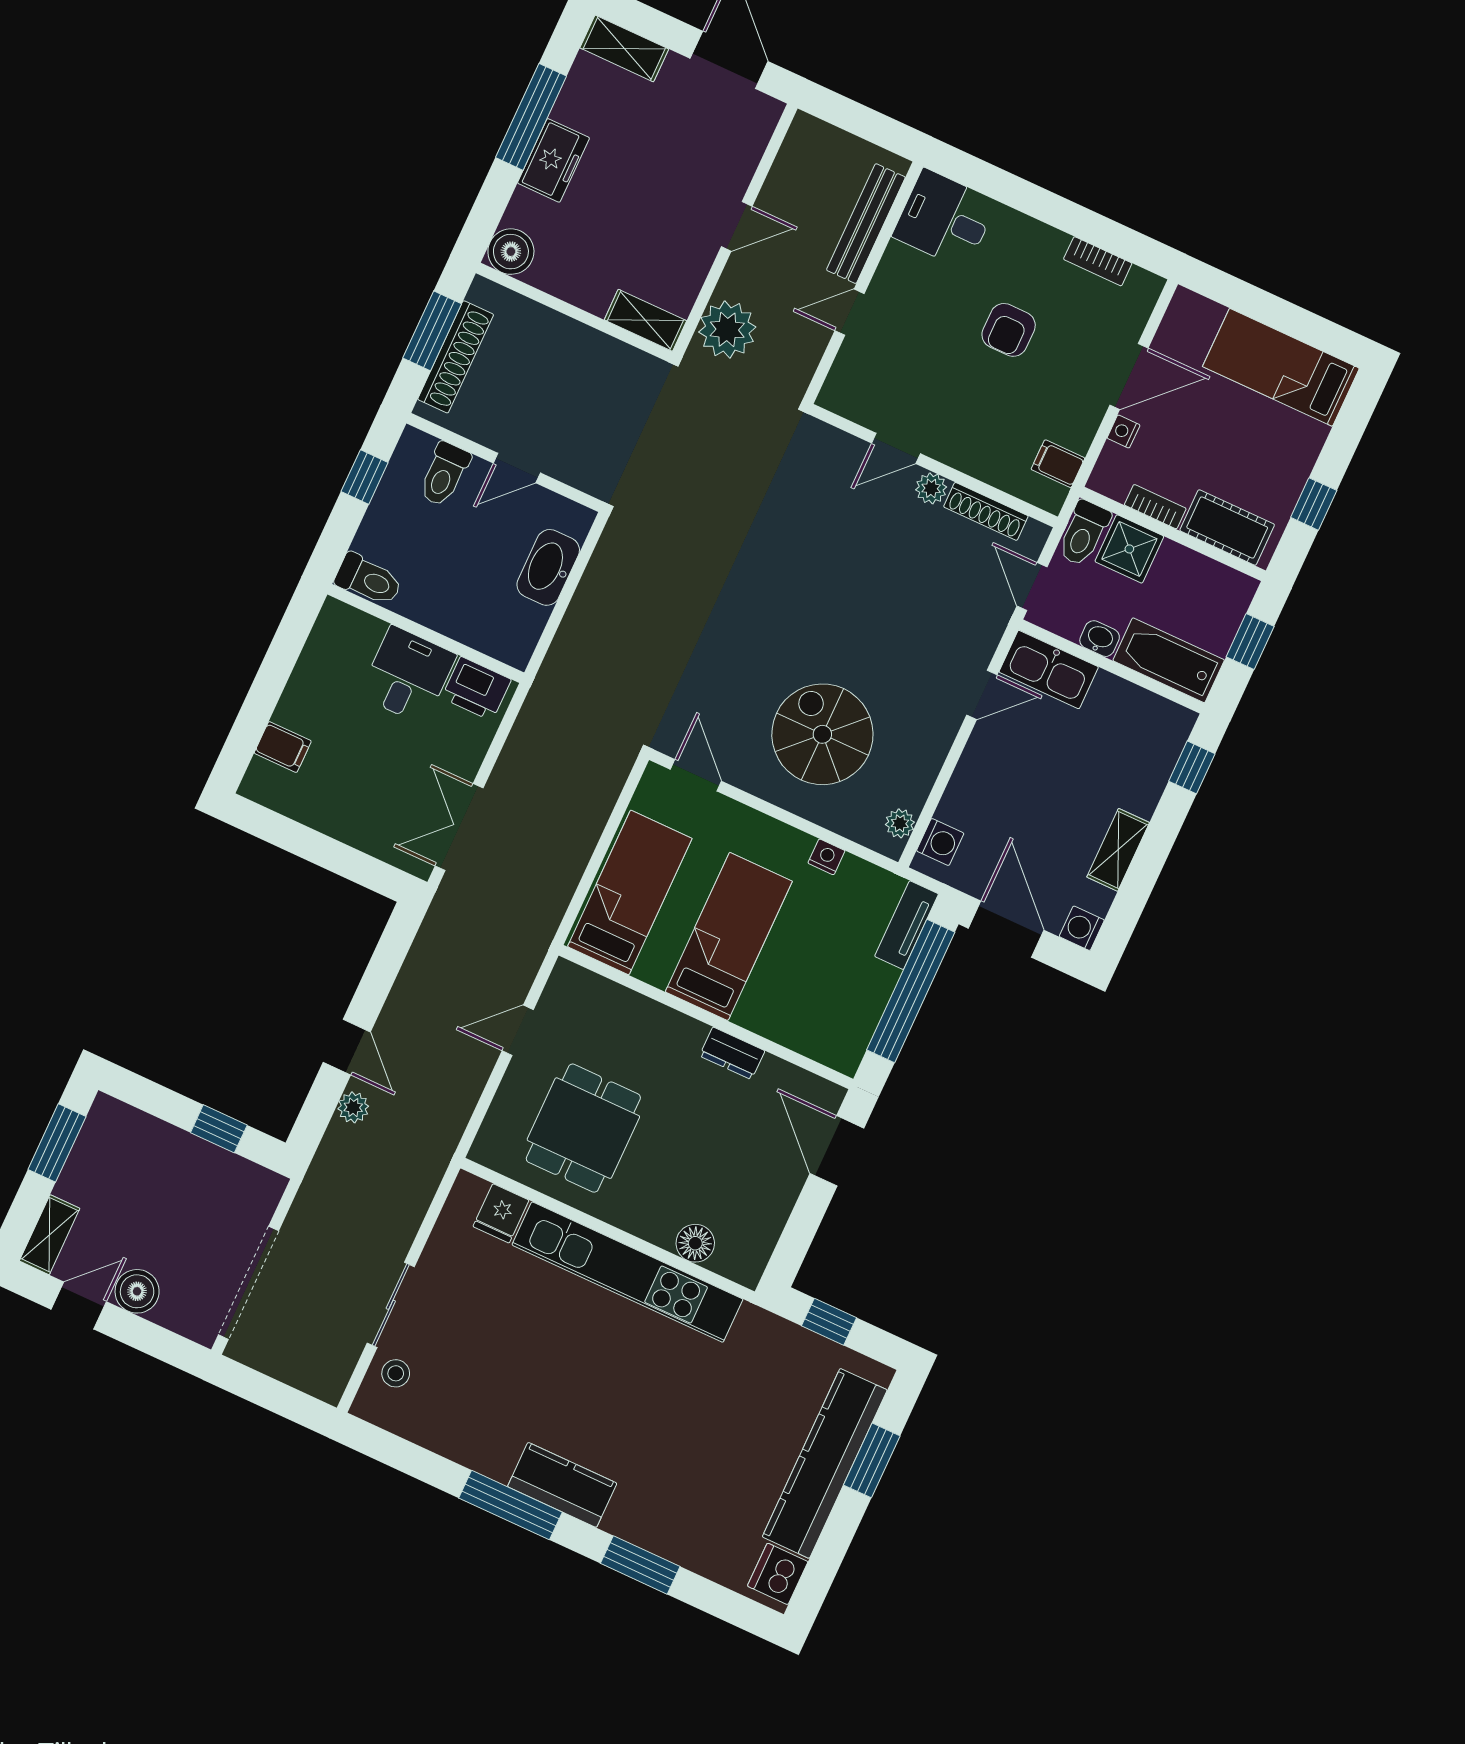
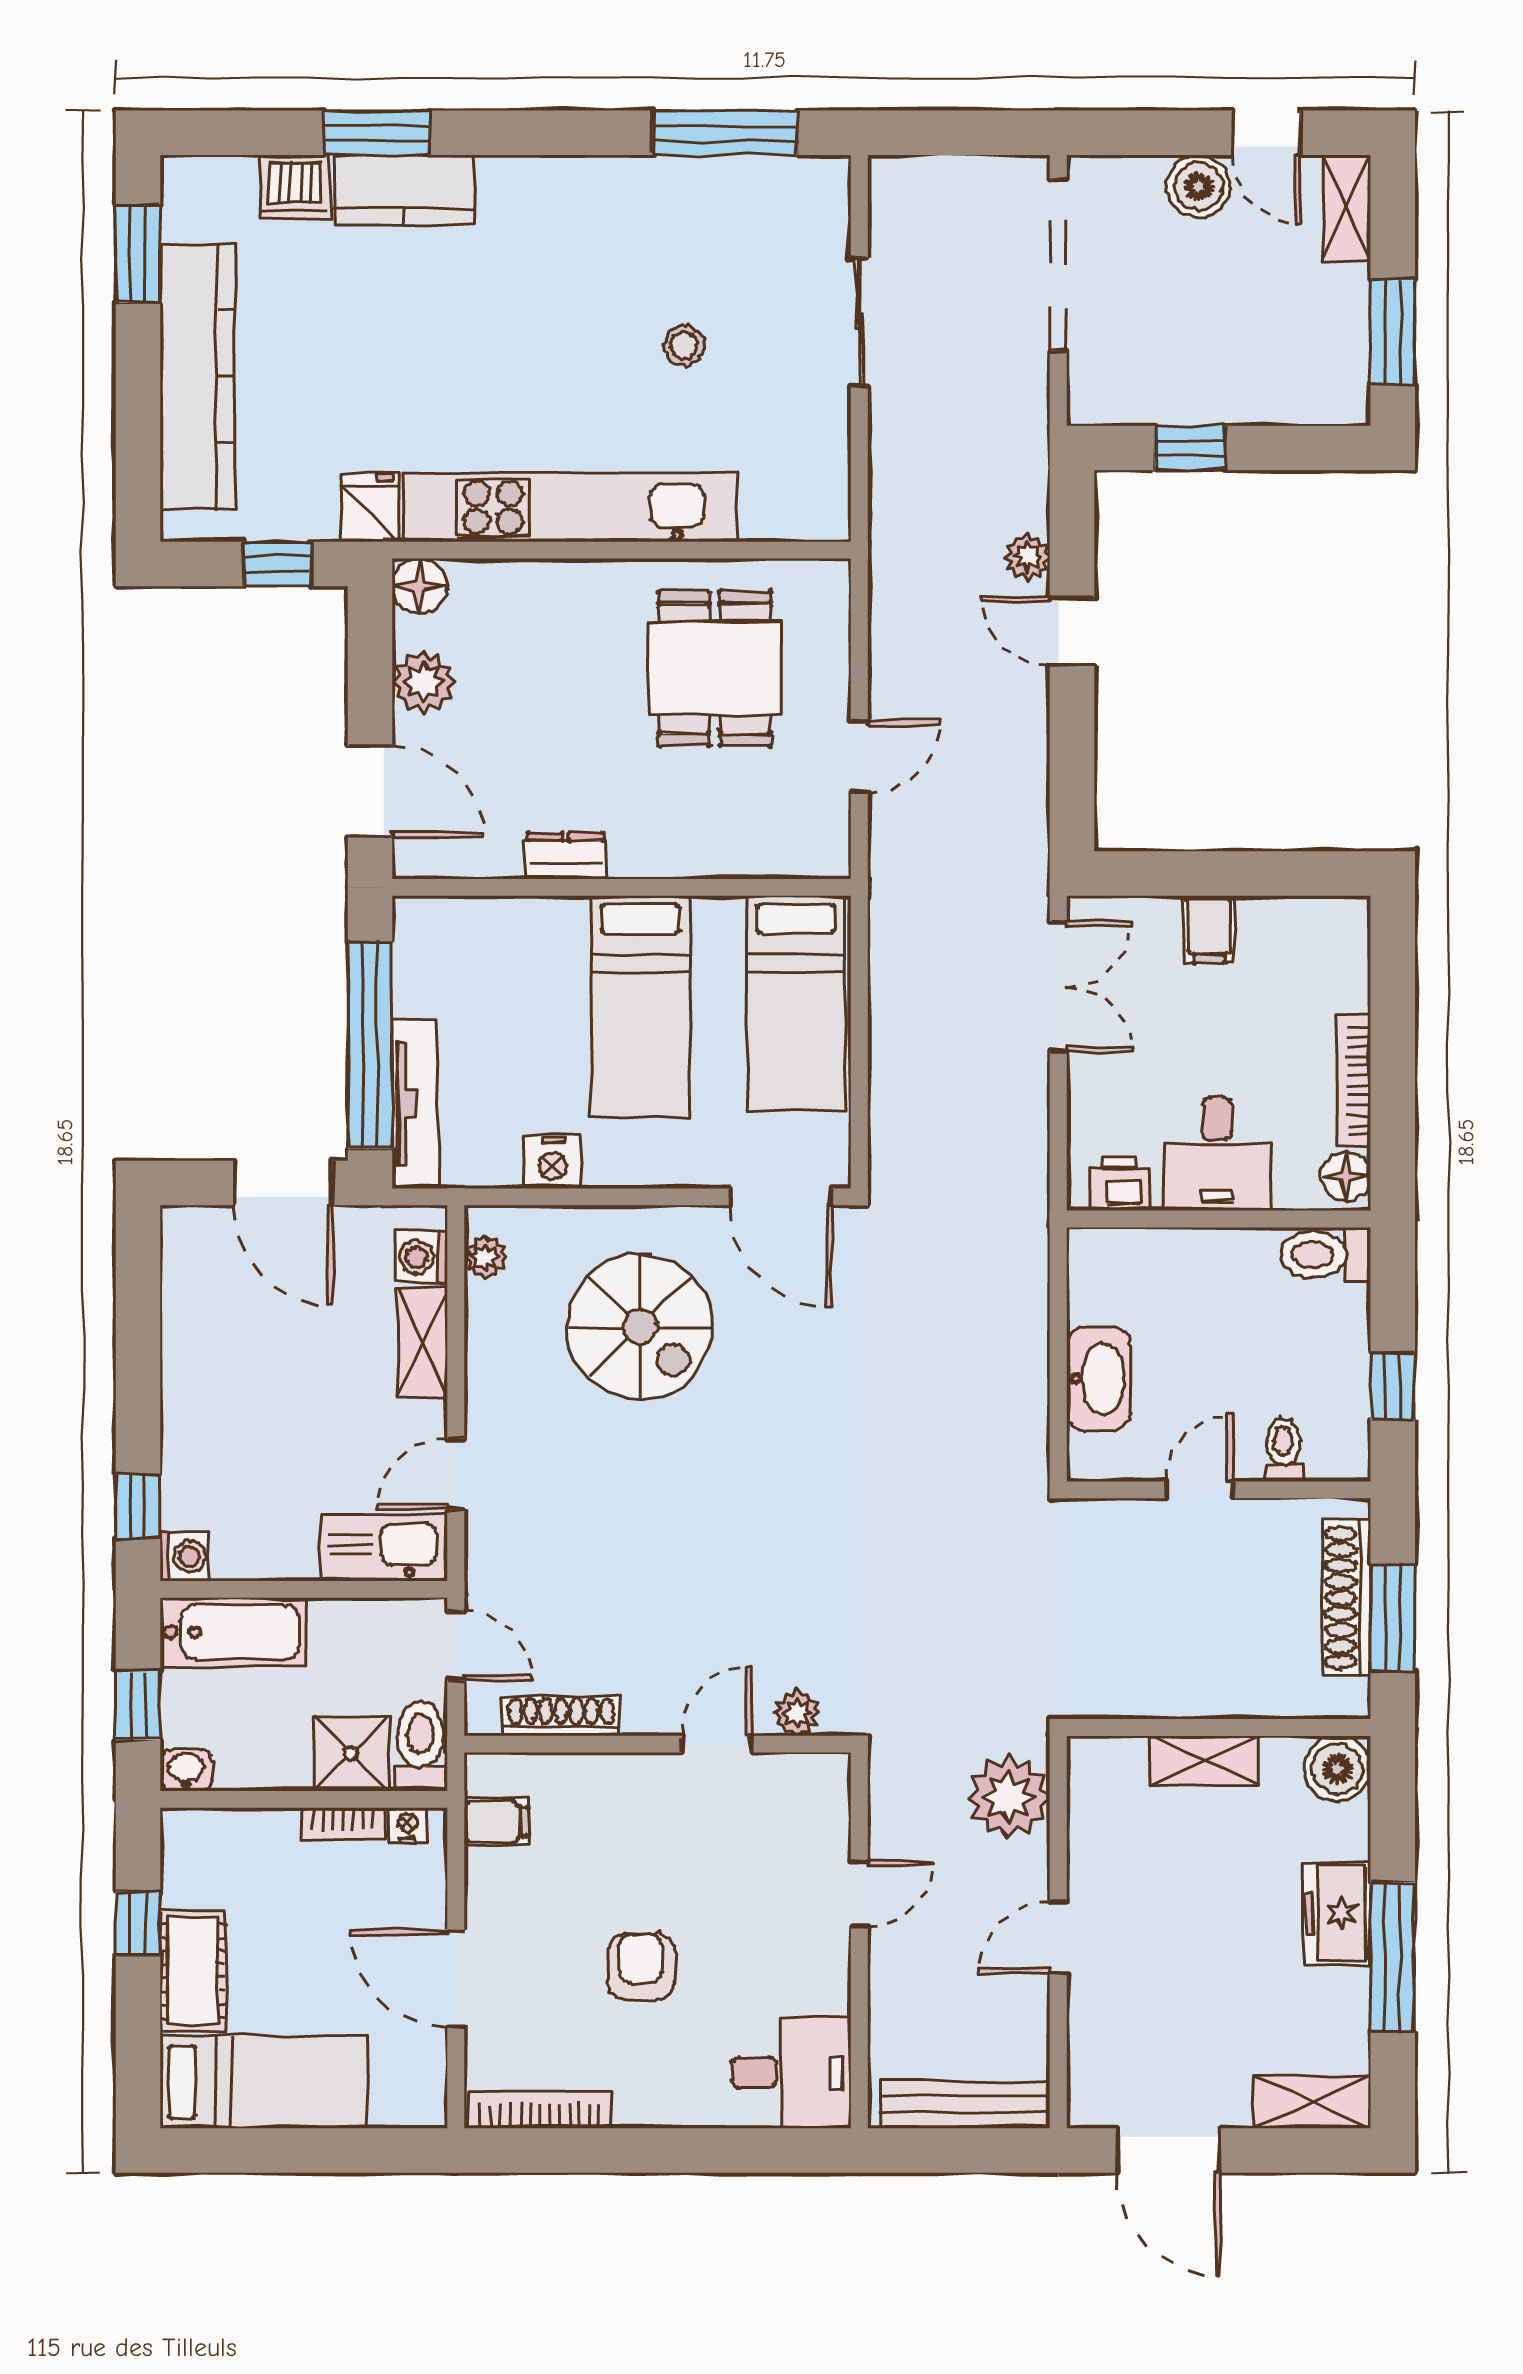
bench: (866, 224) -> (965, 2105), moved, turned 90
bookcase: (1098, 261) -> (540, 2110), width x1.56
shelving: (645, 320) -> (1204, 1760), moved
door: (1129, 377) -> (456, 1978), hinge flipped
nightstand: (1124, 431) -> (408, 1825), moved, turned -90
toilet: (444, 474) -> (1283, 1450), width x0.73, depth x0.72
plant: (931, 488) -> (797, 1713), moved
cot: (1227, 527) -> (193, 1971), moved, turned 90
floor lamp: (333, 623) -> (1346, 1176), added
washbasin: (1100, 639) -> (186, 1770), moved, turned 180
bookcase: (300, 681) -> (1354, 1081), added
printer: (476, 689) -> (1119, 1184), width x0.73, depth x0.81
filing cabinet: (283, 747) -> (1209, 930), moved, turned -90
door: (696, 775) -> (780, 1197), width x1.38
shelving: (1118, 850) -> (423, 1342), moved
nightstand: (826, 857) -> (553, 1162), width x1.39, depth x1.35
tv unit: (907, 925) -> (415, 1104), width x1.41
washing machine: (1082, 928) -> (185, 1556), moved
plant: (771, 1205) -> (423, 682), added
fridge: (501, 1213) -> (370, 508), moved
floor lamp: (695, 1243) -> (420, 586), moved
door: (79, 1305) -> (1266, 133), hinge flipped
stool: (396, 1373) -> (684, 345), moved
window: (872, 1460) -> (138, 254), moved
kitchen counter: (562, 1485) -> (404, 190), moved
window: (511, 1505) -> (725, 133), moved
dishwasher: (778, 1574) -> (295, 187), moved, turned 90

